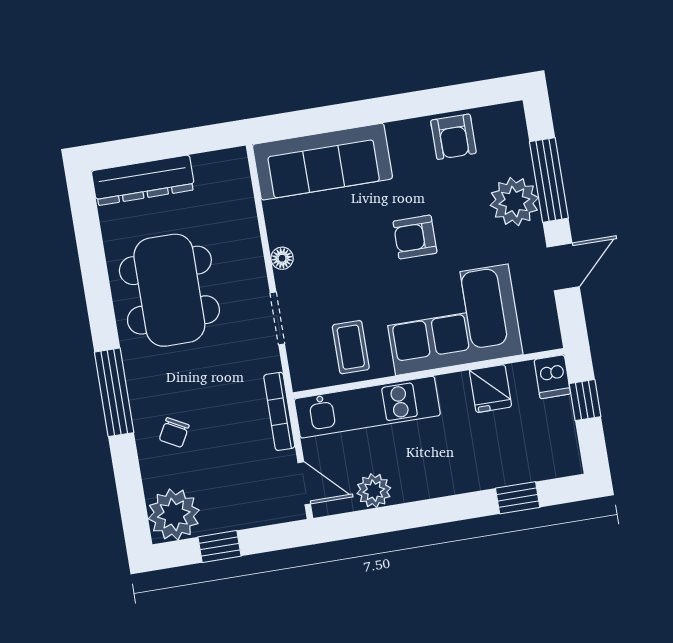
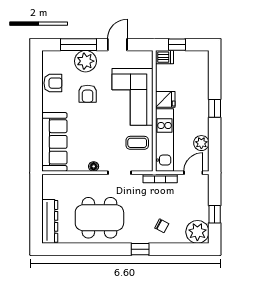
armchair: (415, 237) -> (88, 94), moved
door: (563, 267) -> (117, 45), hinge flipped
fridge: (490, 389) -> (165, 99), moved
window: (114, 392) -> (140, 249), width x0.46
window: (518, 498) -> (215, 108), moved

